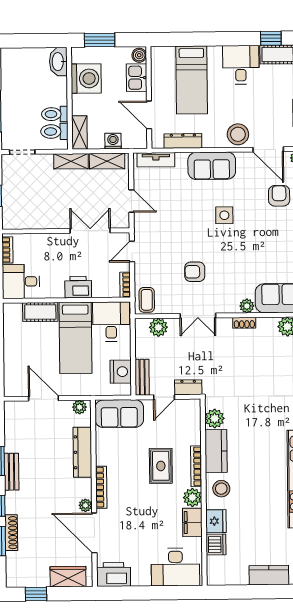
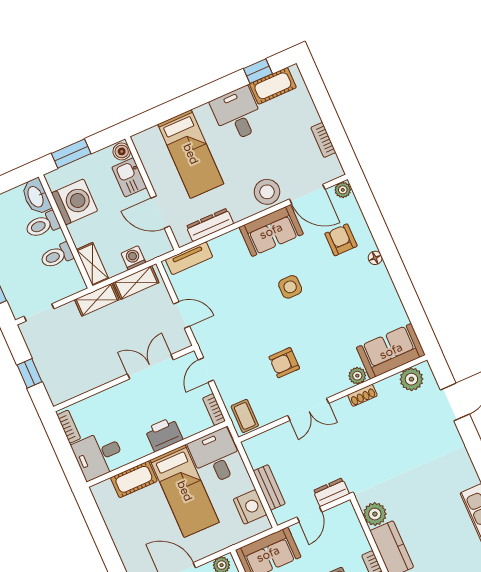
toilet: (54, 131) -> (42, 225), moved
sofa: (212, 166) -> (271, 231), moved
plant: (158, 327) -> (270, 441), removed
bench: (142, 377) -> (269, 487), moved

